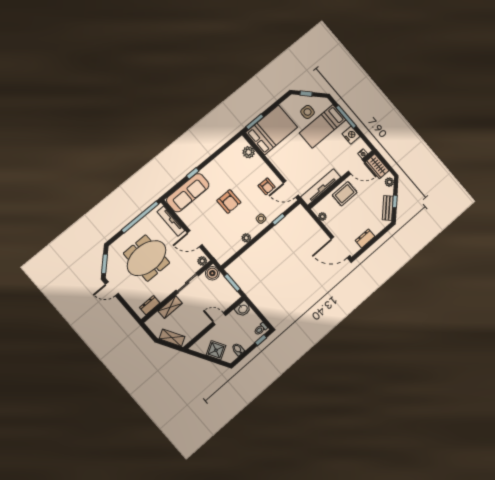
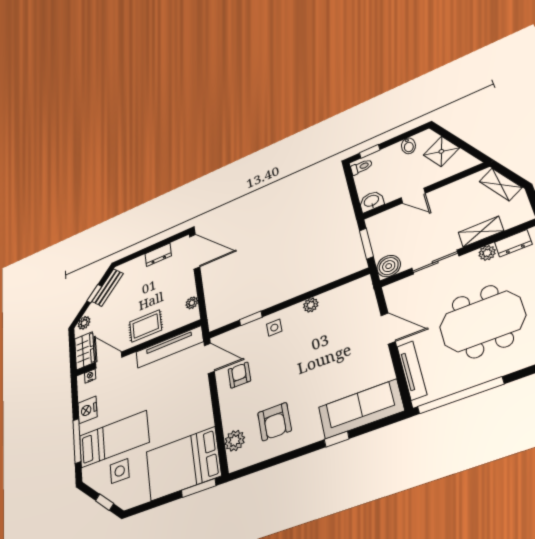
armchair: (229, 202) -> (275, 422), moved, turned 180
plant: (202, 261) -> (487, 253), moved

